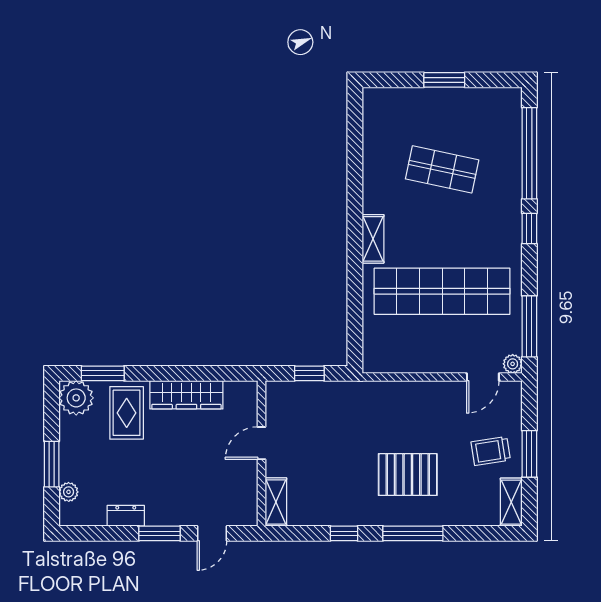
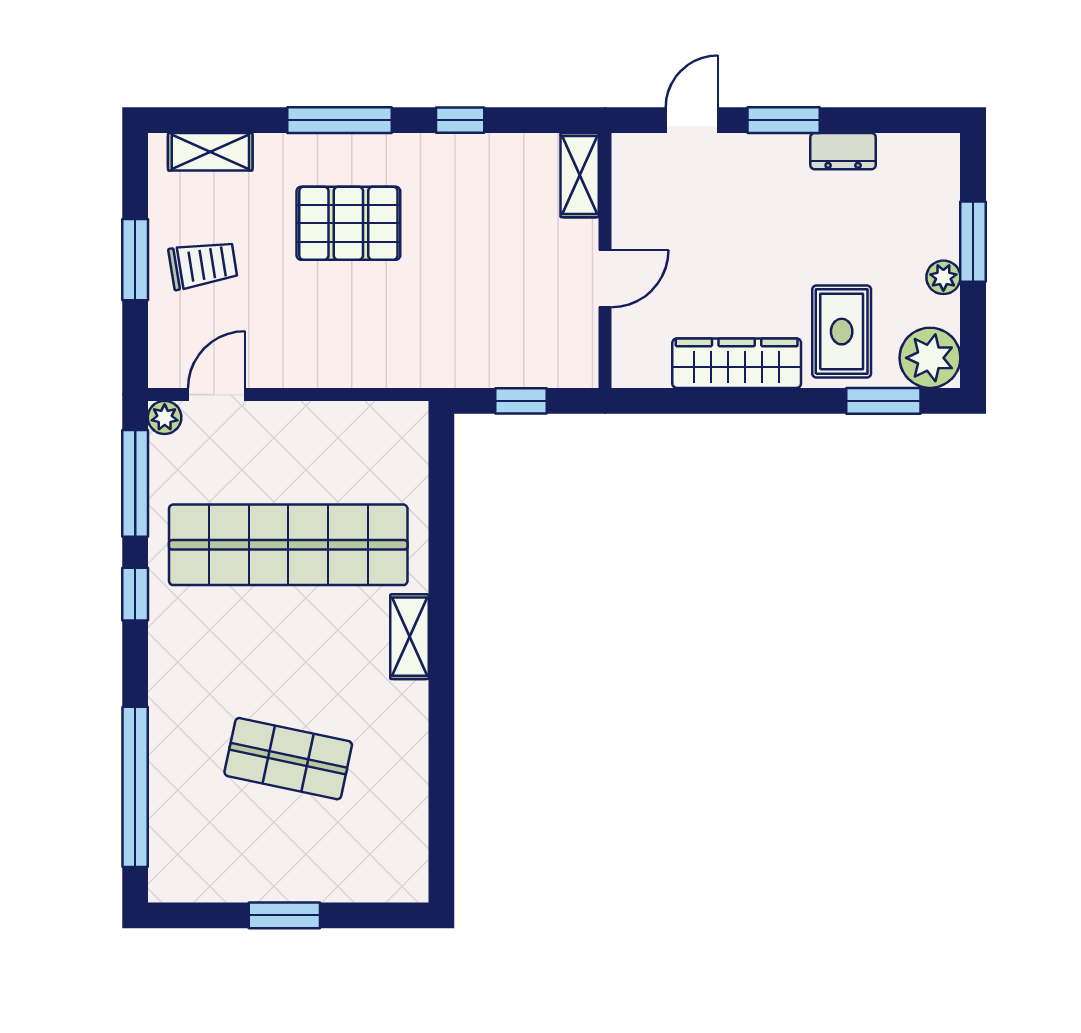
window: (529, 229) -> (135, 594), moved
plant: (69, 492) -> (943, 277), moved
shelving: (511, 502) -> (210, 152), moved, turned 90

